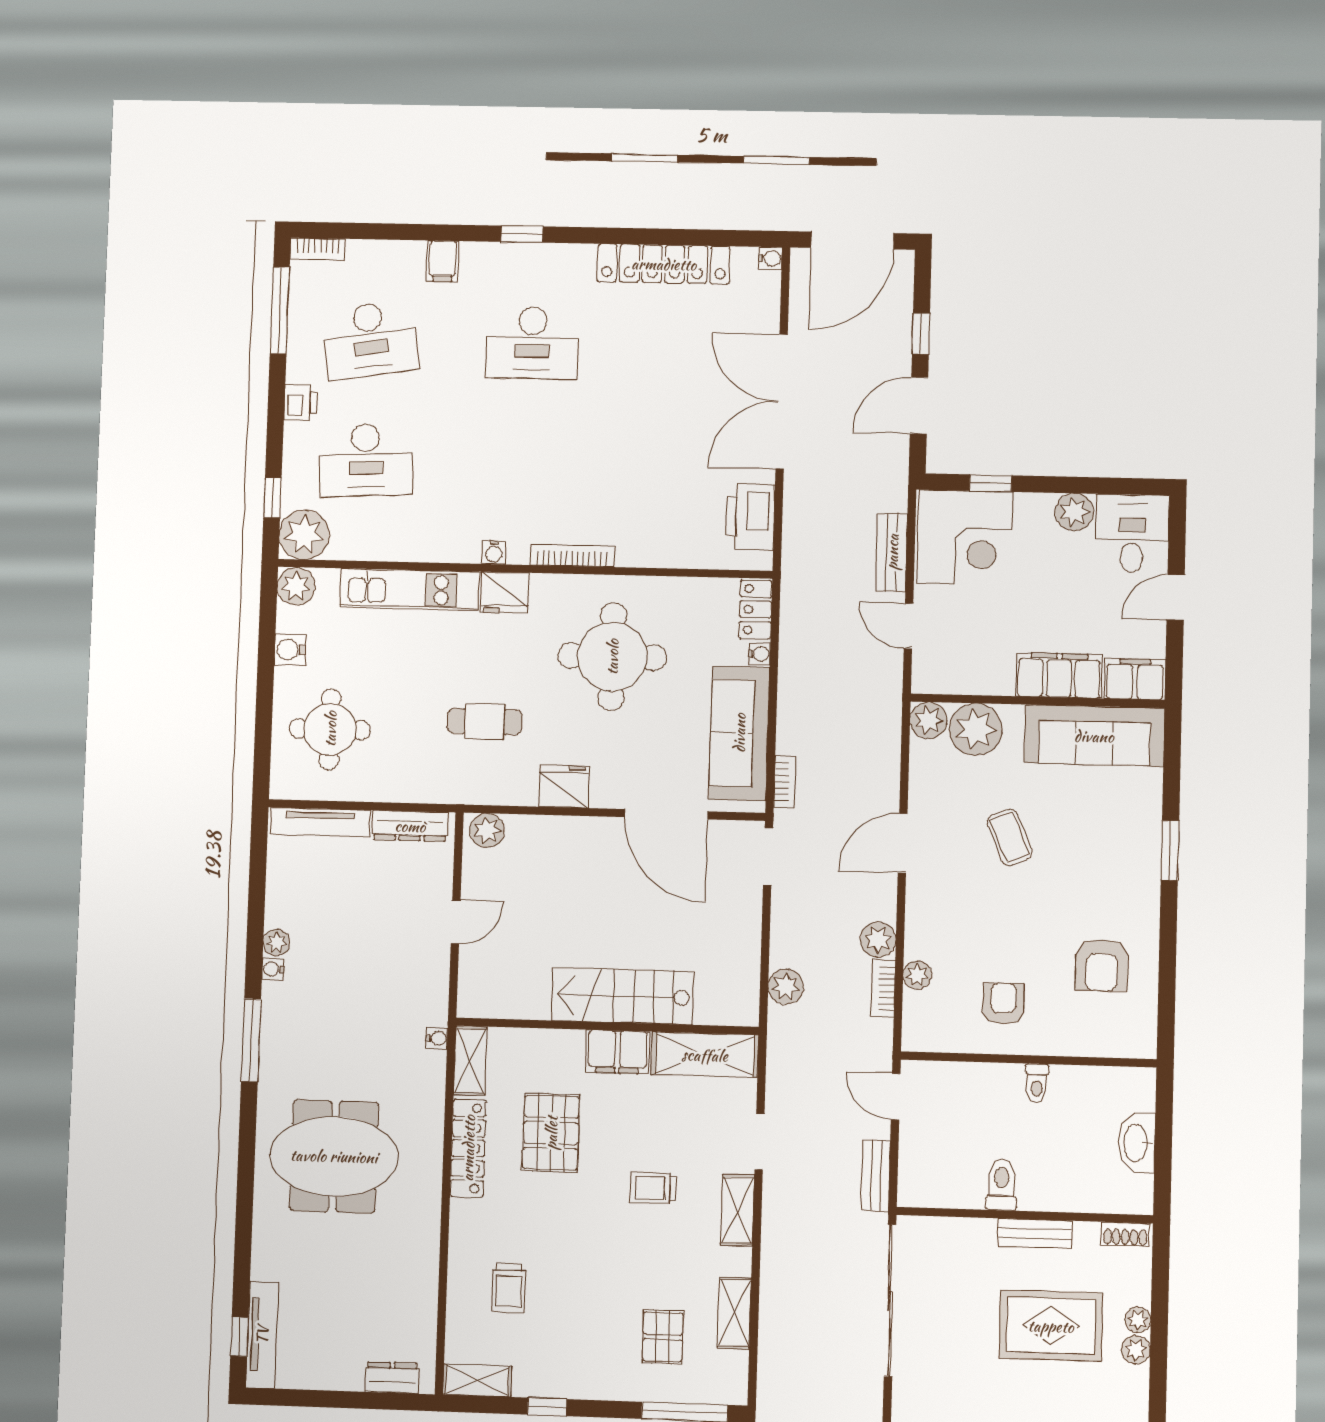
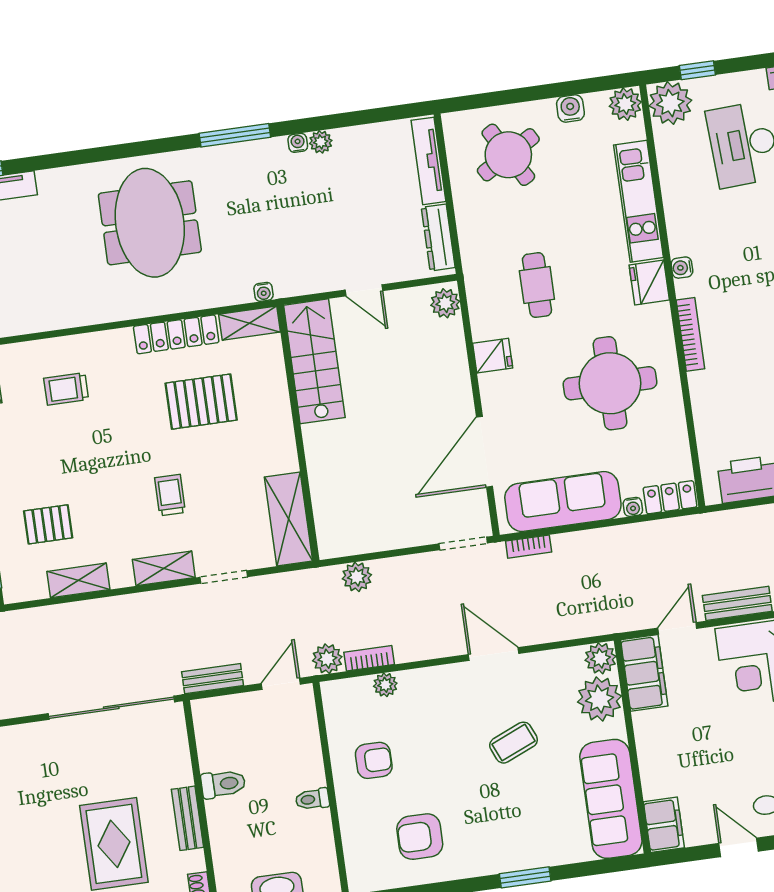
filing cabinet: (1059, 675) -> (644, 673), moved
round table: (330, 729) -> (508, 155), turned -30
fridge: (564, 786) -> (493, 356), width x0.72
plant: (878, 939) -> (327, 659), moved
stairs: (622, 996) -> (314, 361), moved
filing cabinet: (617, 1052) -> (278, 446), removed

